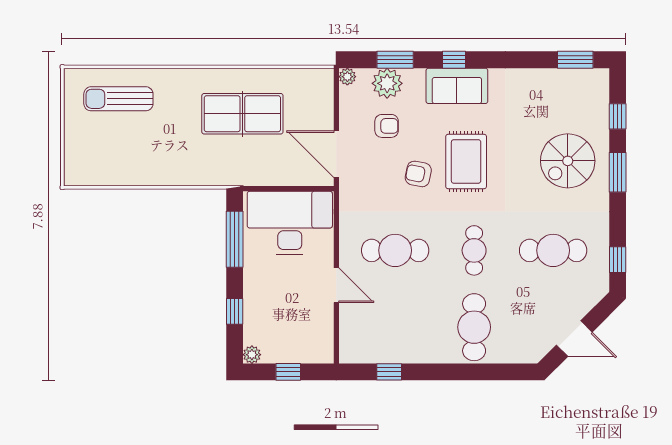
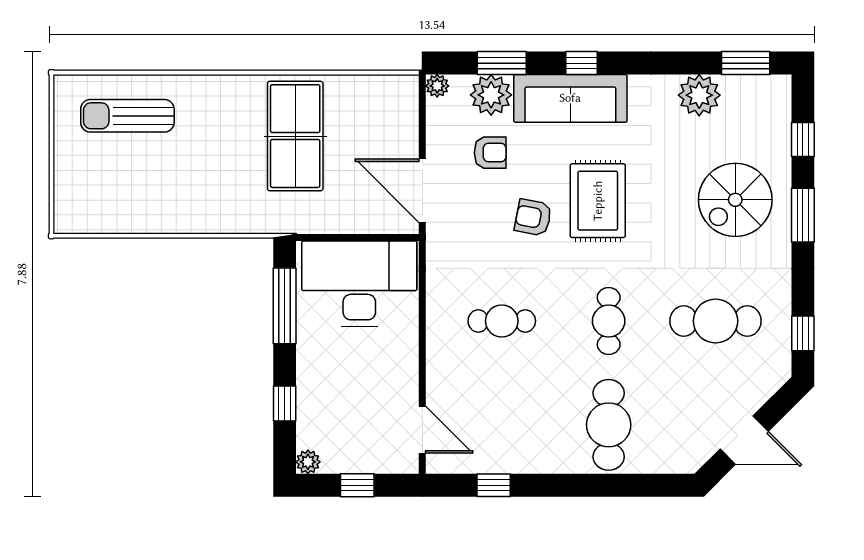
plant: (541, 84) -> (699, 95), added
sofa: (457, 86) -> (570, 98), width x1.36
table tennis table: (242, 114) -> (295, 136), turned 90
cafe table: (395, 250) -> (502, 321), width x0.73, depth x0.74
door: (336, 285) -> (422, 430), moved

